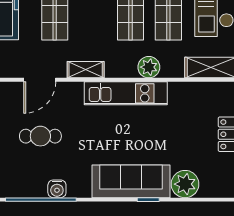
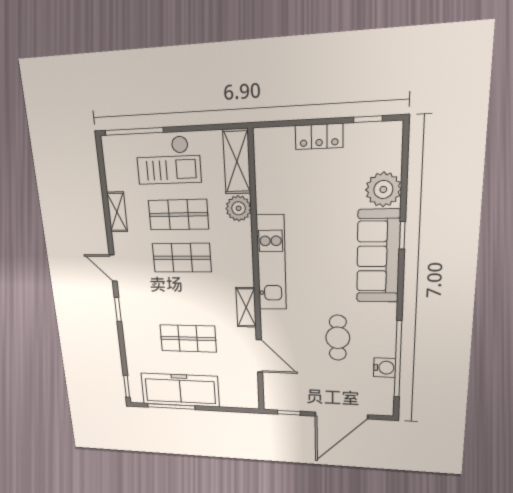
plant: (149, 67) -> (239, 208), moved
cafe table: (40, 136) -> (338, 338), moved
water cooler: (57, 189) -> (385, 368), moved

